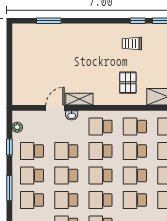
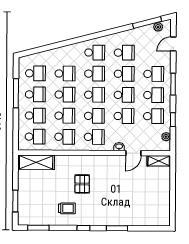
window: (49, 21) -> (117, 228), moved
window: (138, 21) -> (83, 228), moved
pallet: (128, 83) -> (82, 184), moved
shelving: (79, 99) -> (159, 161), moved

